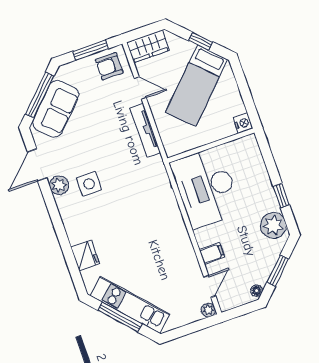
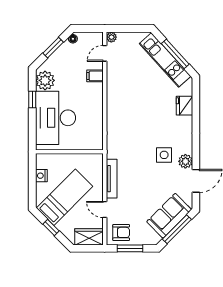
nightstand: (243, 123) -> (41, 176), moved
desk: (206, 188) -> (56, 118), moved, turned 180

